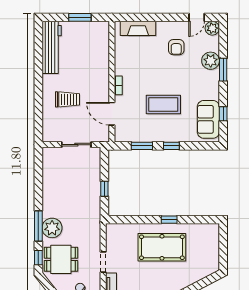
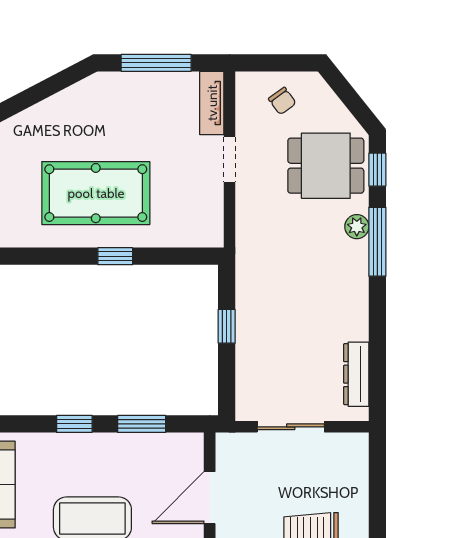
door: (112, 114) -> (210, 498), swing flipped
dresser: (48, 168) -> (356, 374), added
window: (169, 220) -> (115, 256), moved
plant: (52, 228) -> (357, 227), width x0.53, depth x0.53

